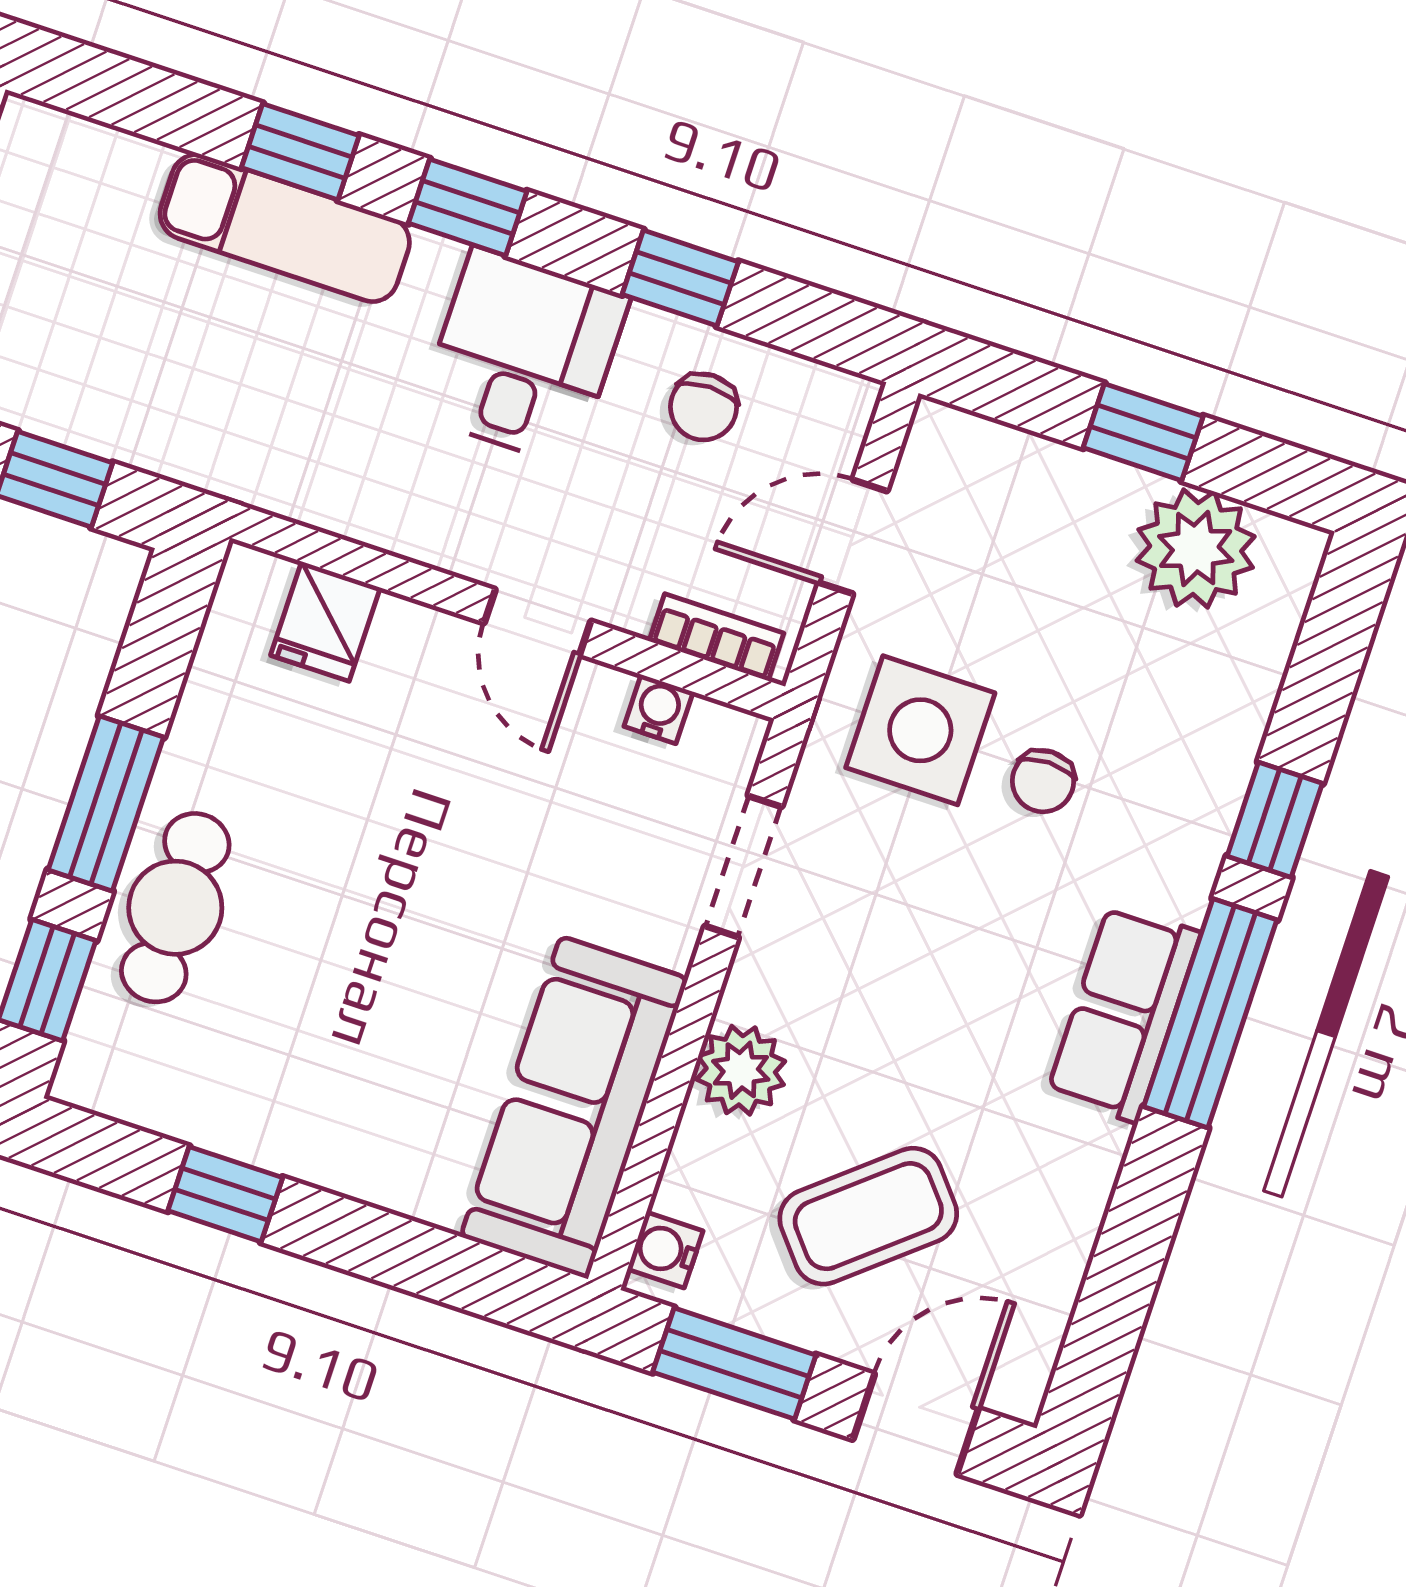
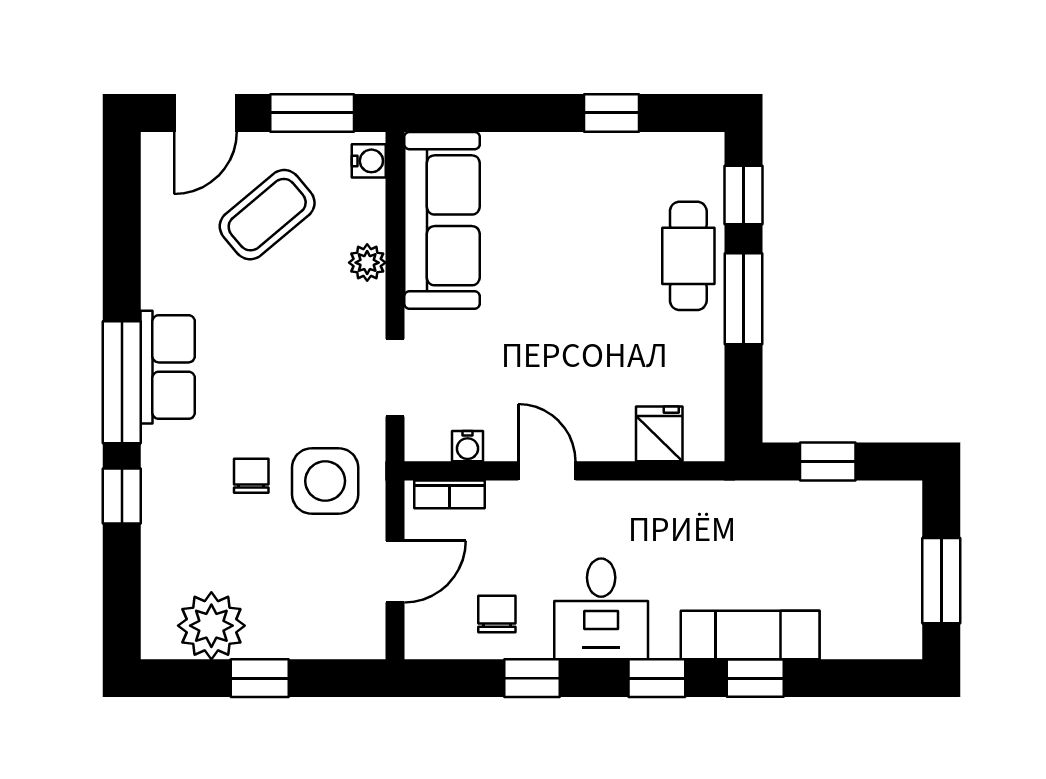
plant: (741, 1070) -> (367, 263), width x0.73, depth x0.73

